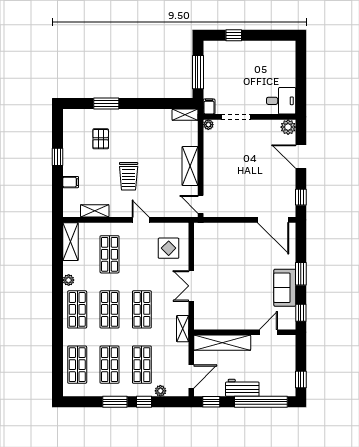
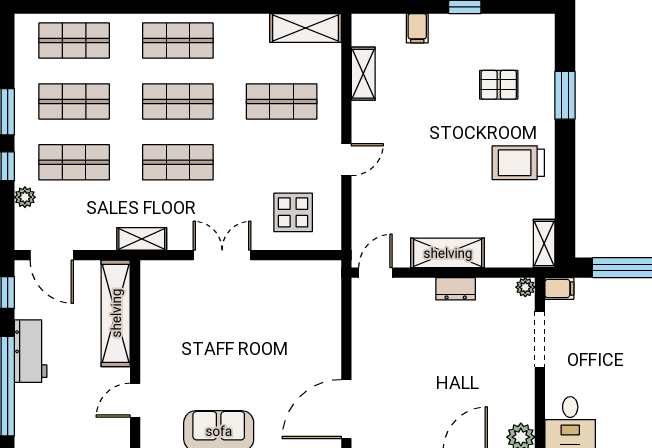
dresser: (209, 162) -> (456, 289), added
trolley: (129, 176) -> (518, 163), moved
plant: (69, 280) -> (233, 24), removed
door: (268, 332) -> (135, 400), swing flipped

